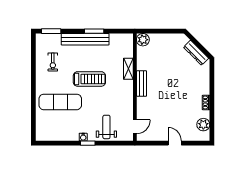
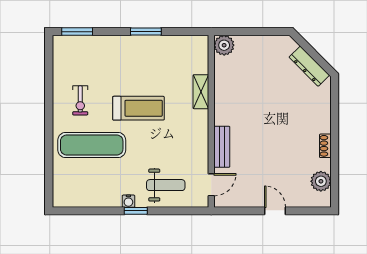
bench: (85, 39) -> (132, 45), removed
exercise bike: (53, 62) -> (80, 100), moved
bench: (141, 83) -> (222, 147), moved
weight bench: (106, 127) -> (166, 185), turned 90

